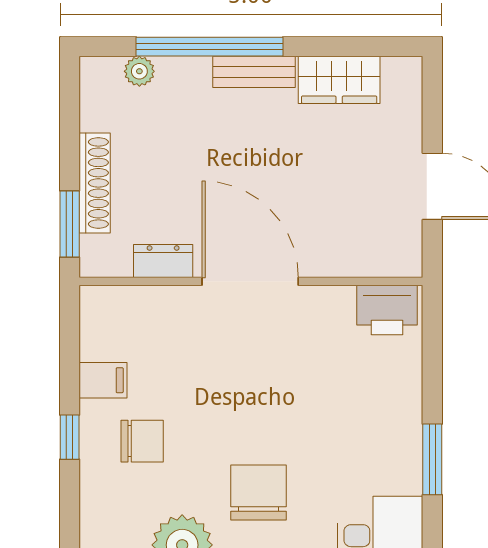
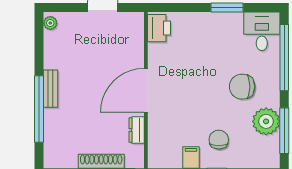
plant: (139, 71) -> (50, 23), moved
wardrobe: (339, 80) -> (54, 50), removed

